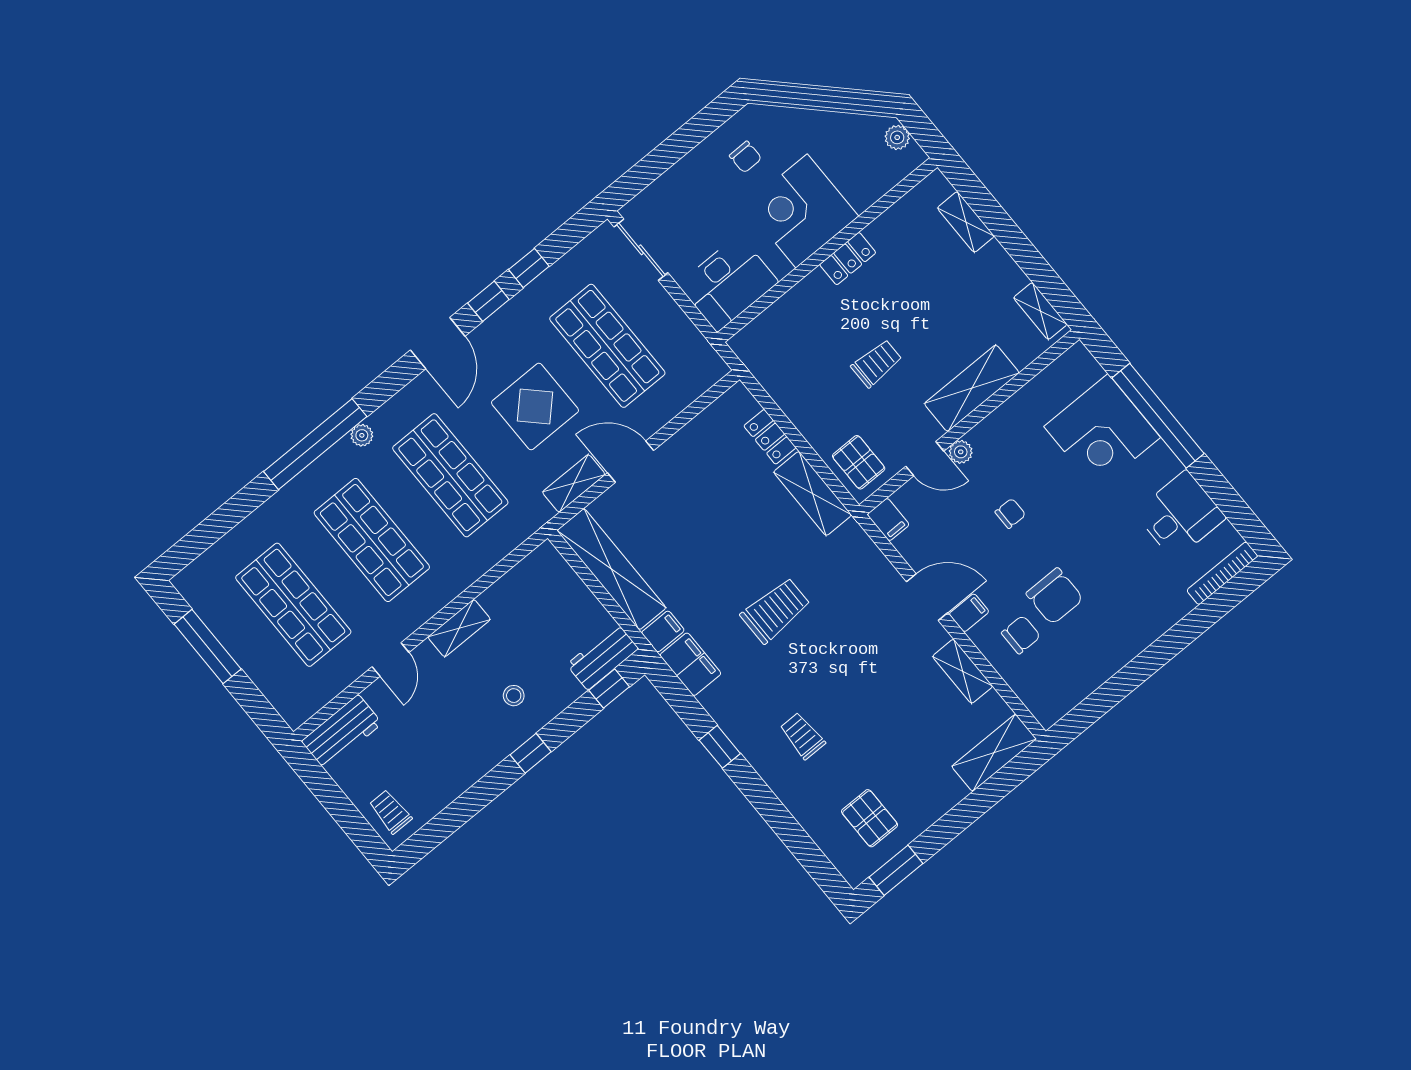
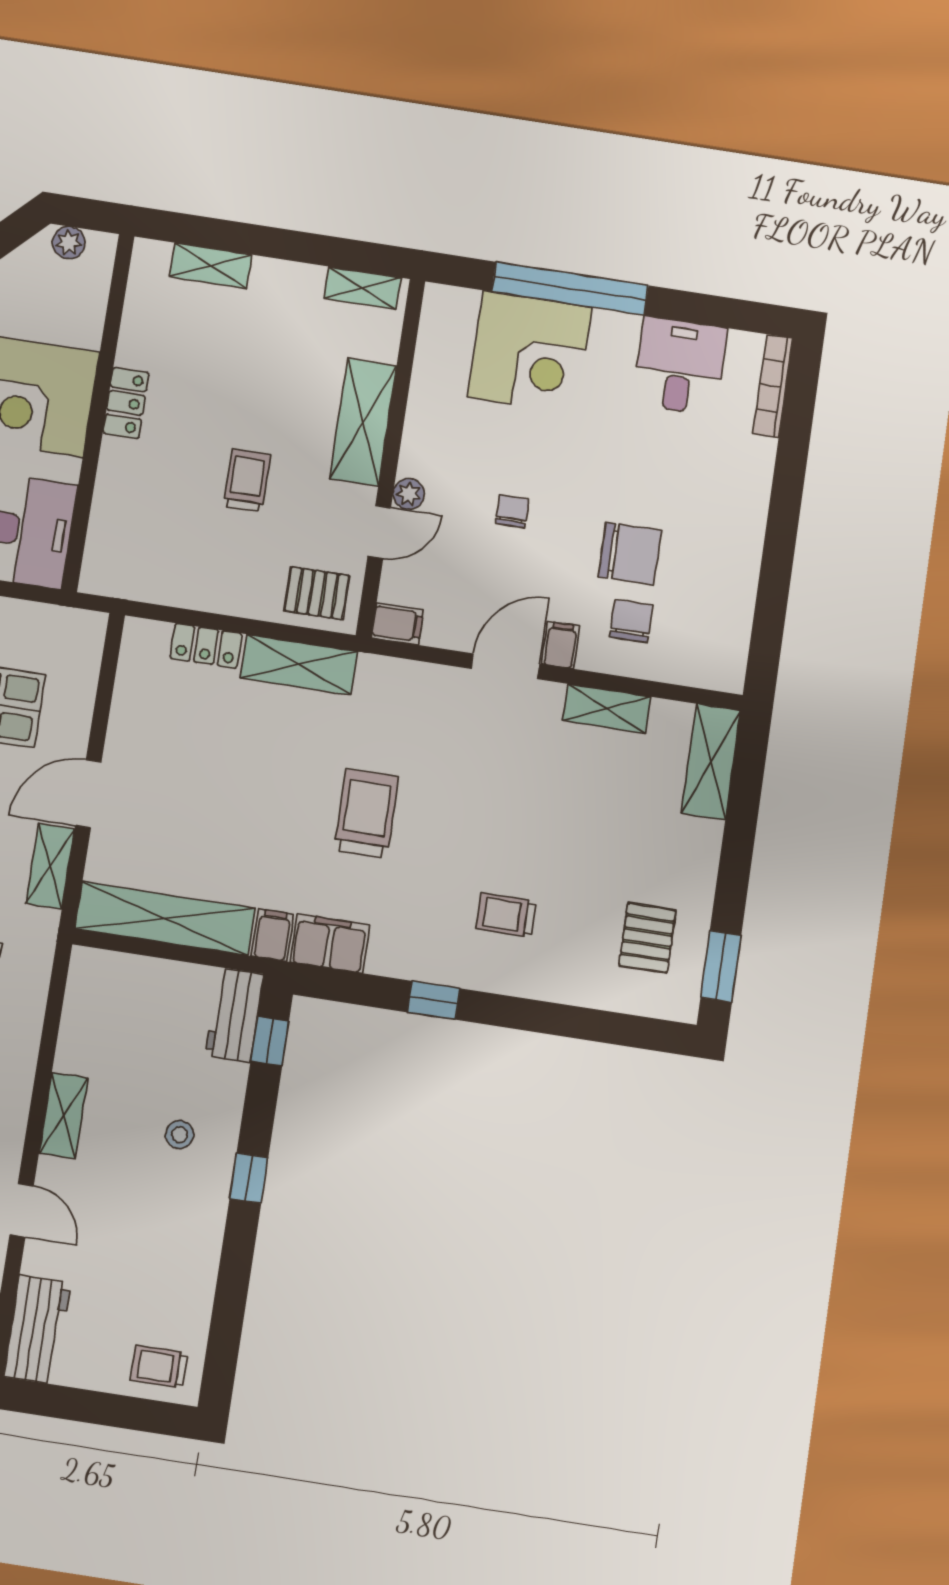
pallet: (870, 818) -> (647, 938), turned 90

